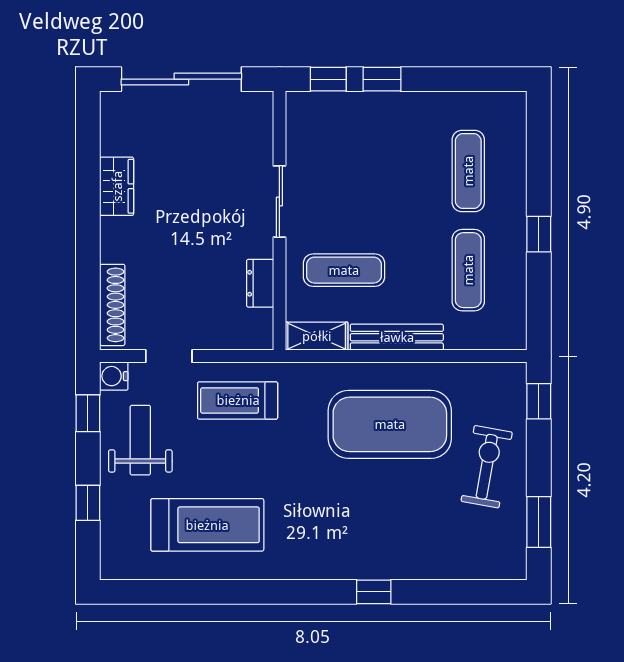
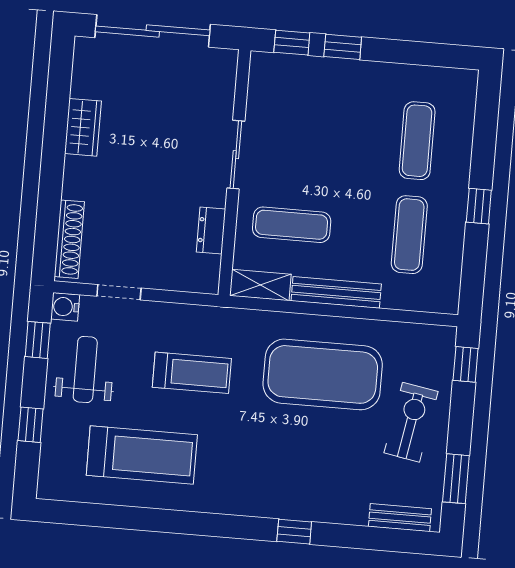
treadmill: (238, 400) -> (192, 373), moved, turned 180
bench: (483, 568) -> (400, 518), added

